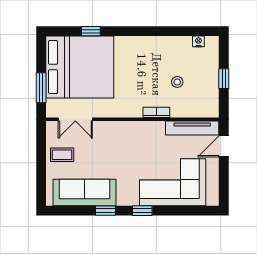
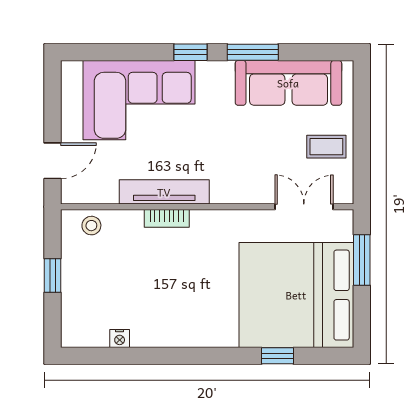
nightstand: (198, 41) -> (120, 338), moved
stool: (177, 82) -> (91, 226), moved
tv unit: (192, 128) -> (164, 192), moved
window: (106, 211) -> (253, 52), width x1.50

